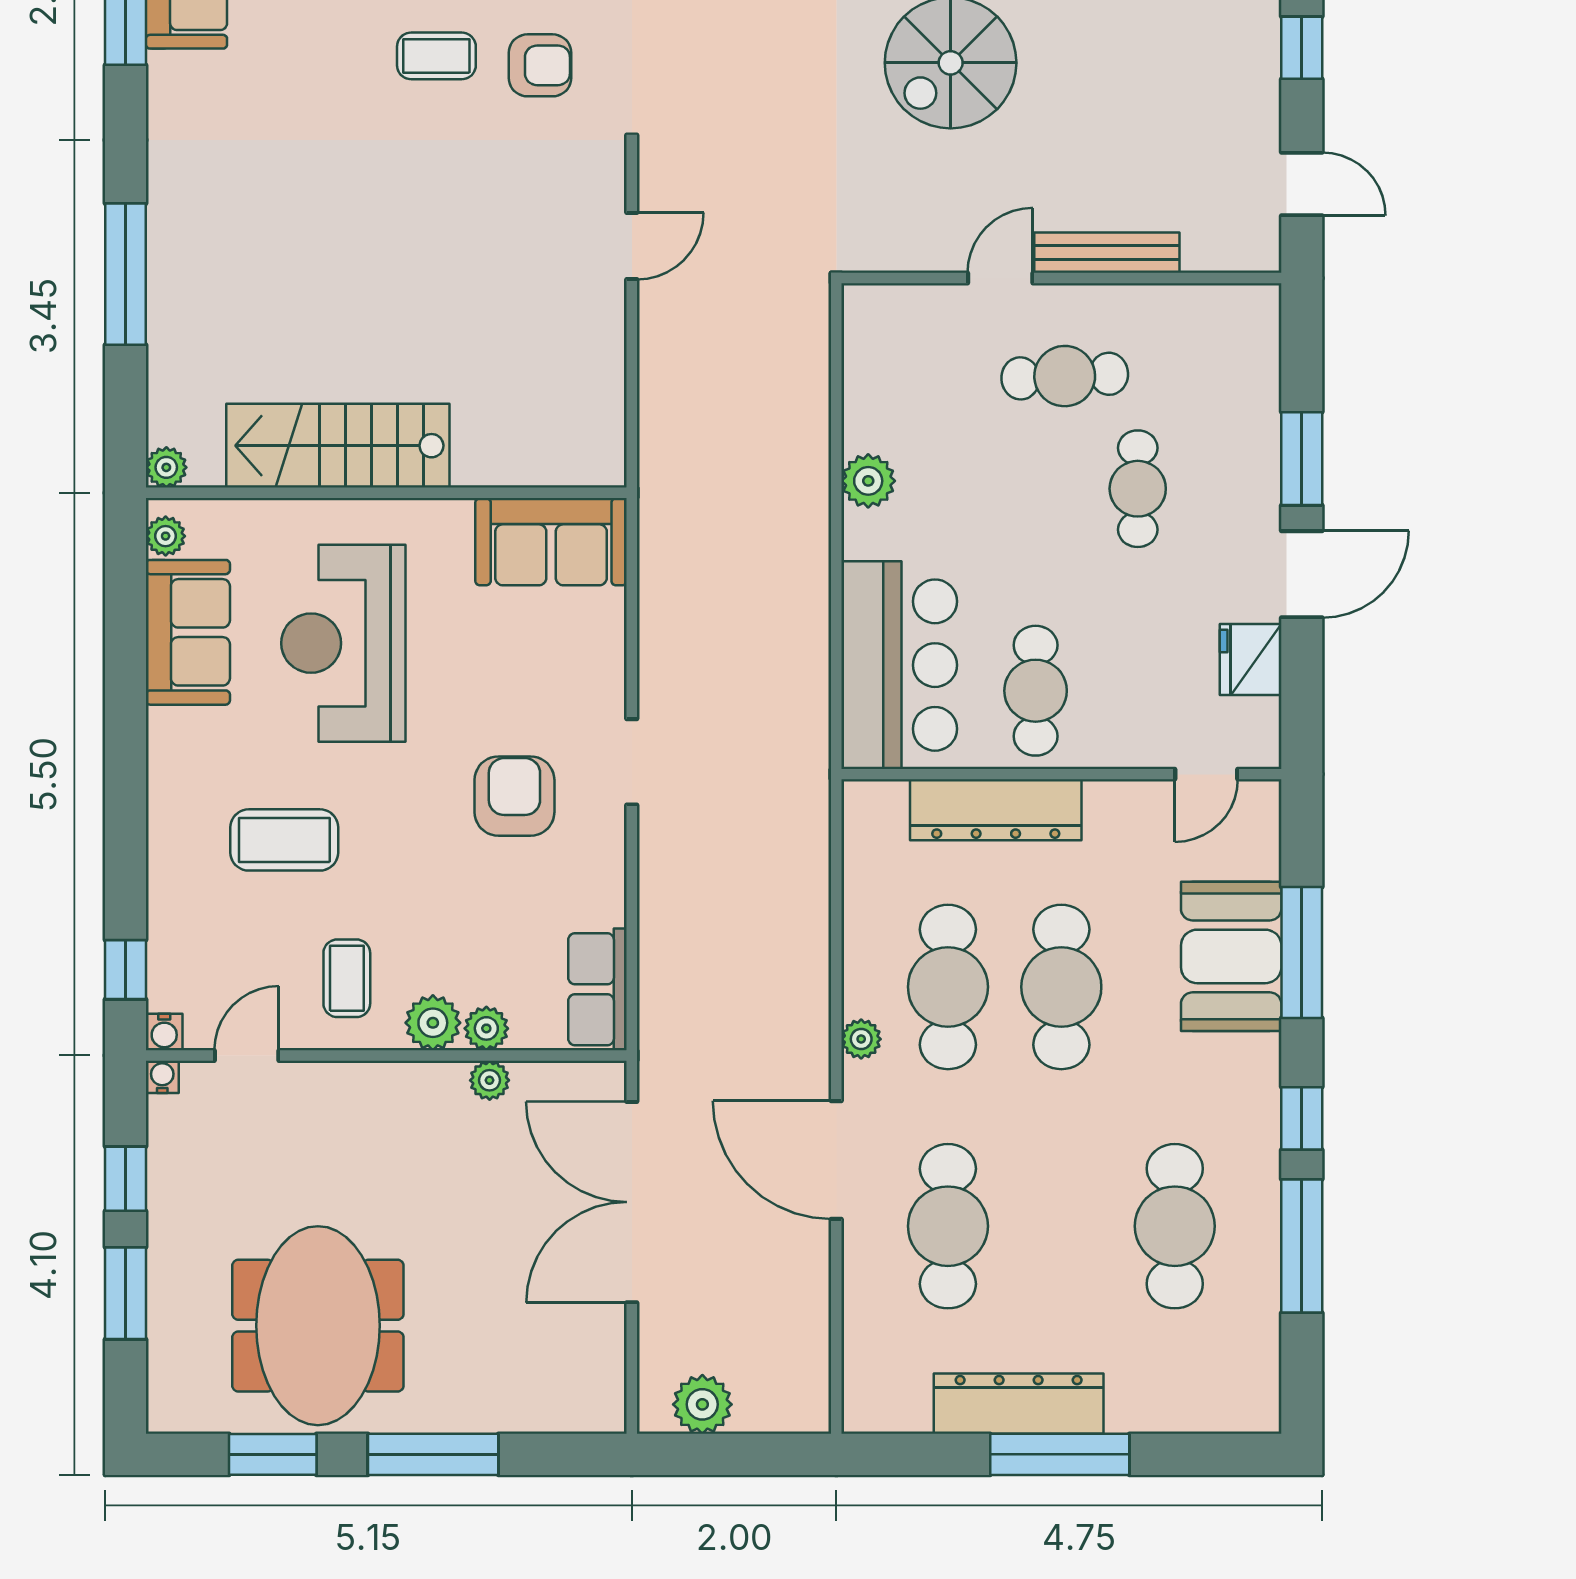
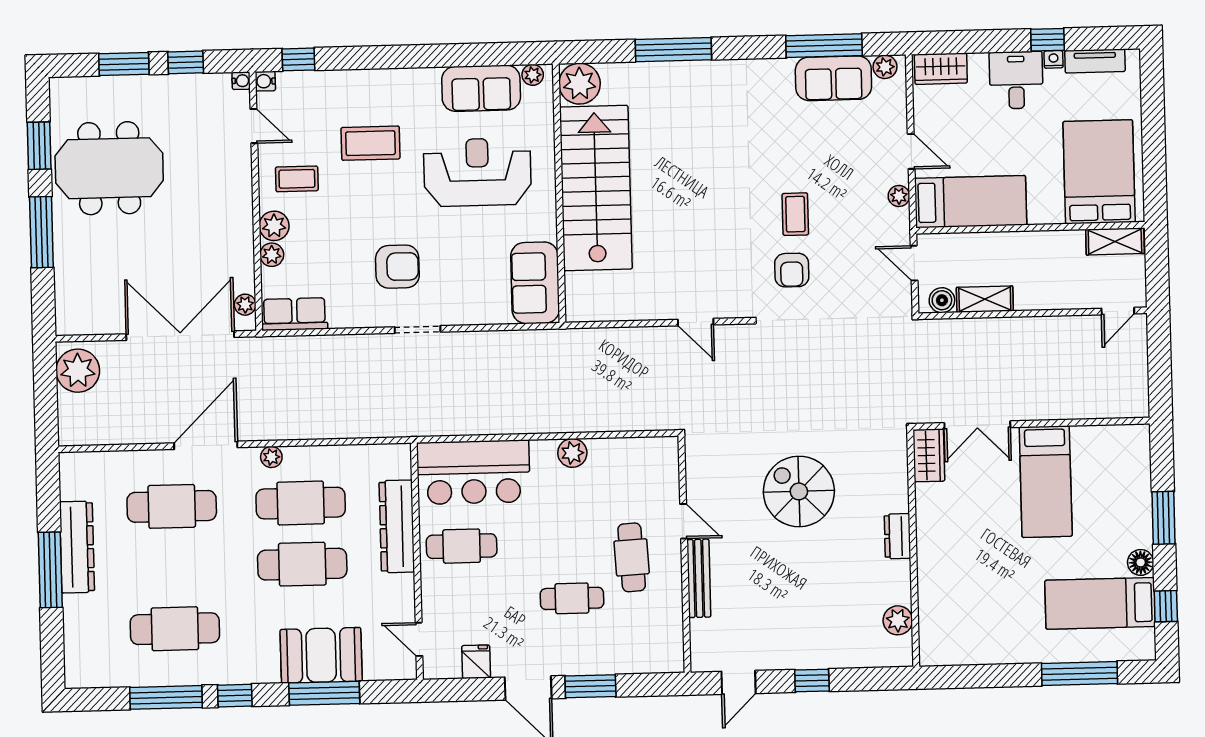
stairs: (338, 446) -> (596, 188), width x1.36, depth x1.51
plant: (166, 467) -> (580, 84), width x1.87, depth x1.87
fridge: (1251, 660) -> (476, 662), width x0.72
coffee table: (284, 840) -> (371, 143), turned 90
plant: (490, 1080) -> (245, 305), moved
plant: (702, 1404) -> (78, 371), width x1.36, depth x1.36

